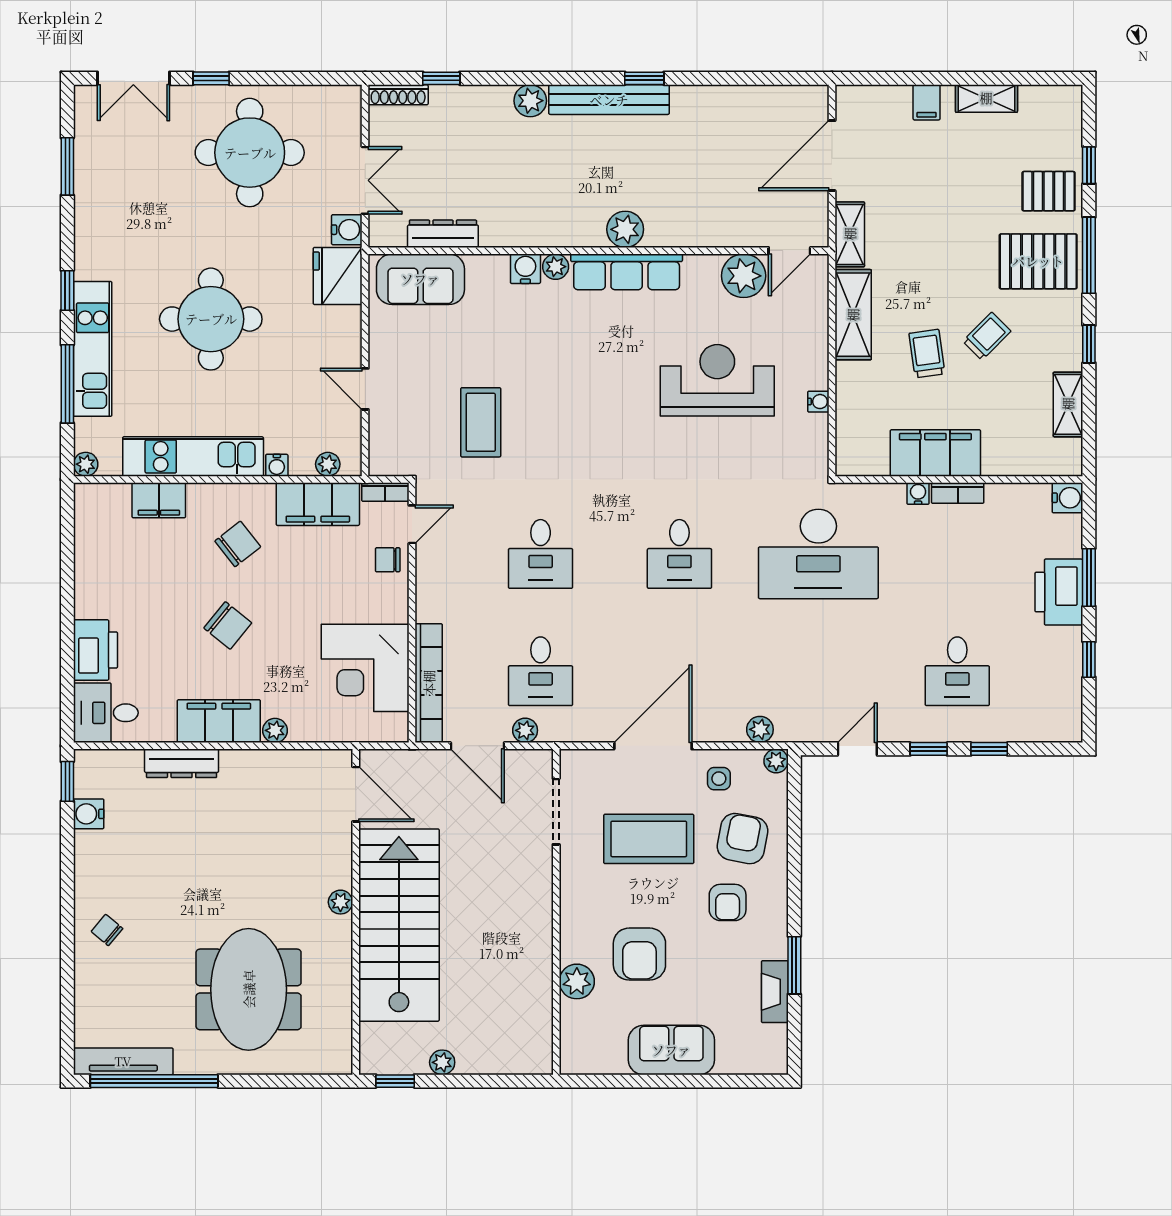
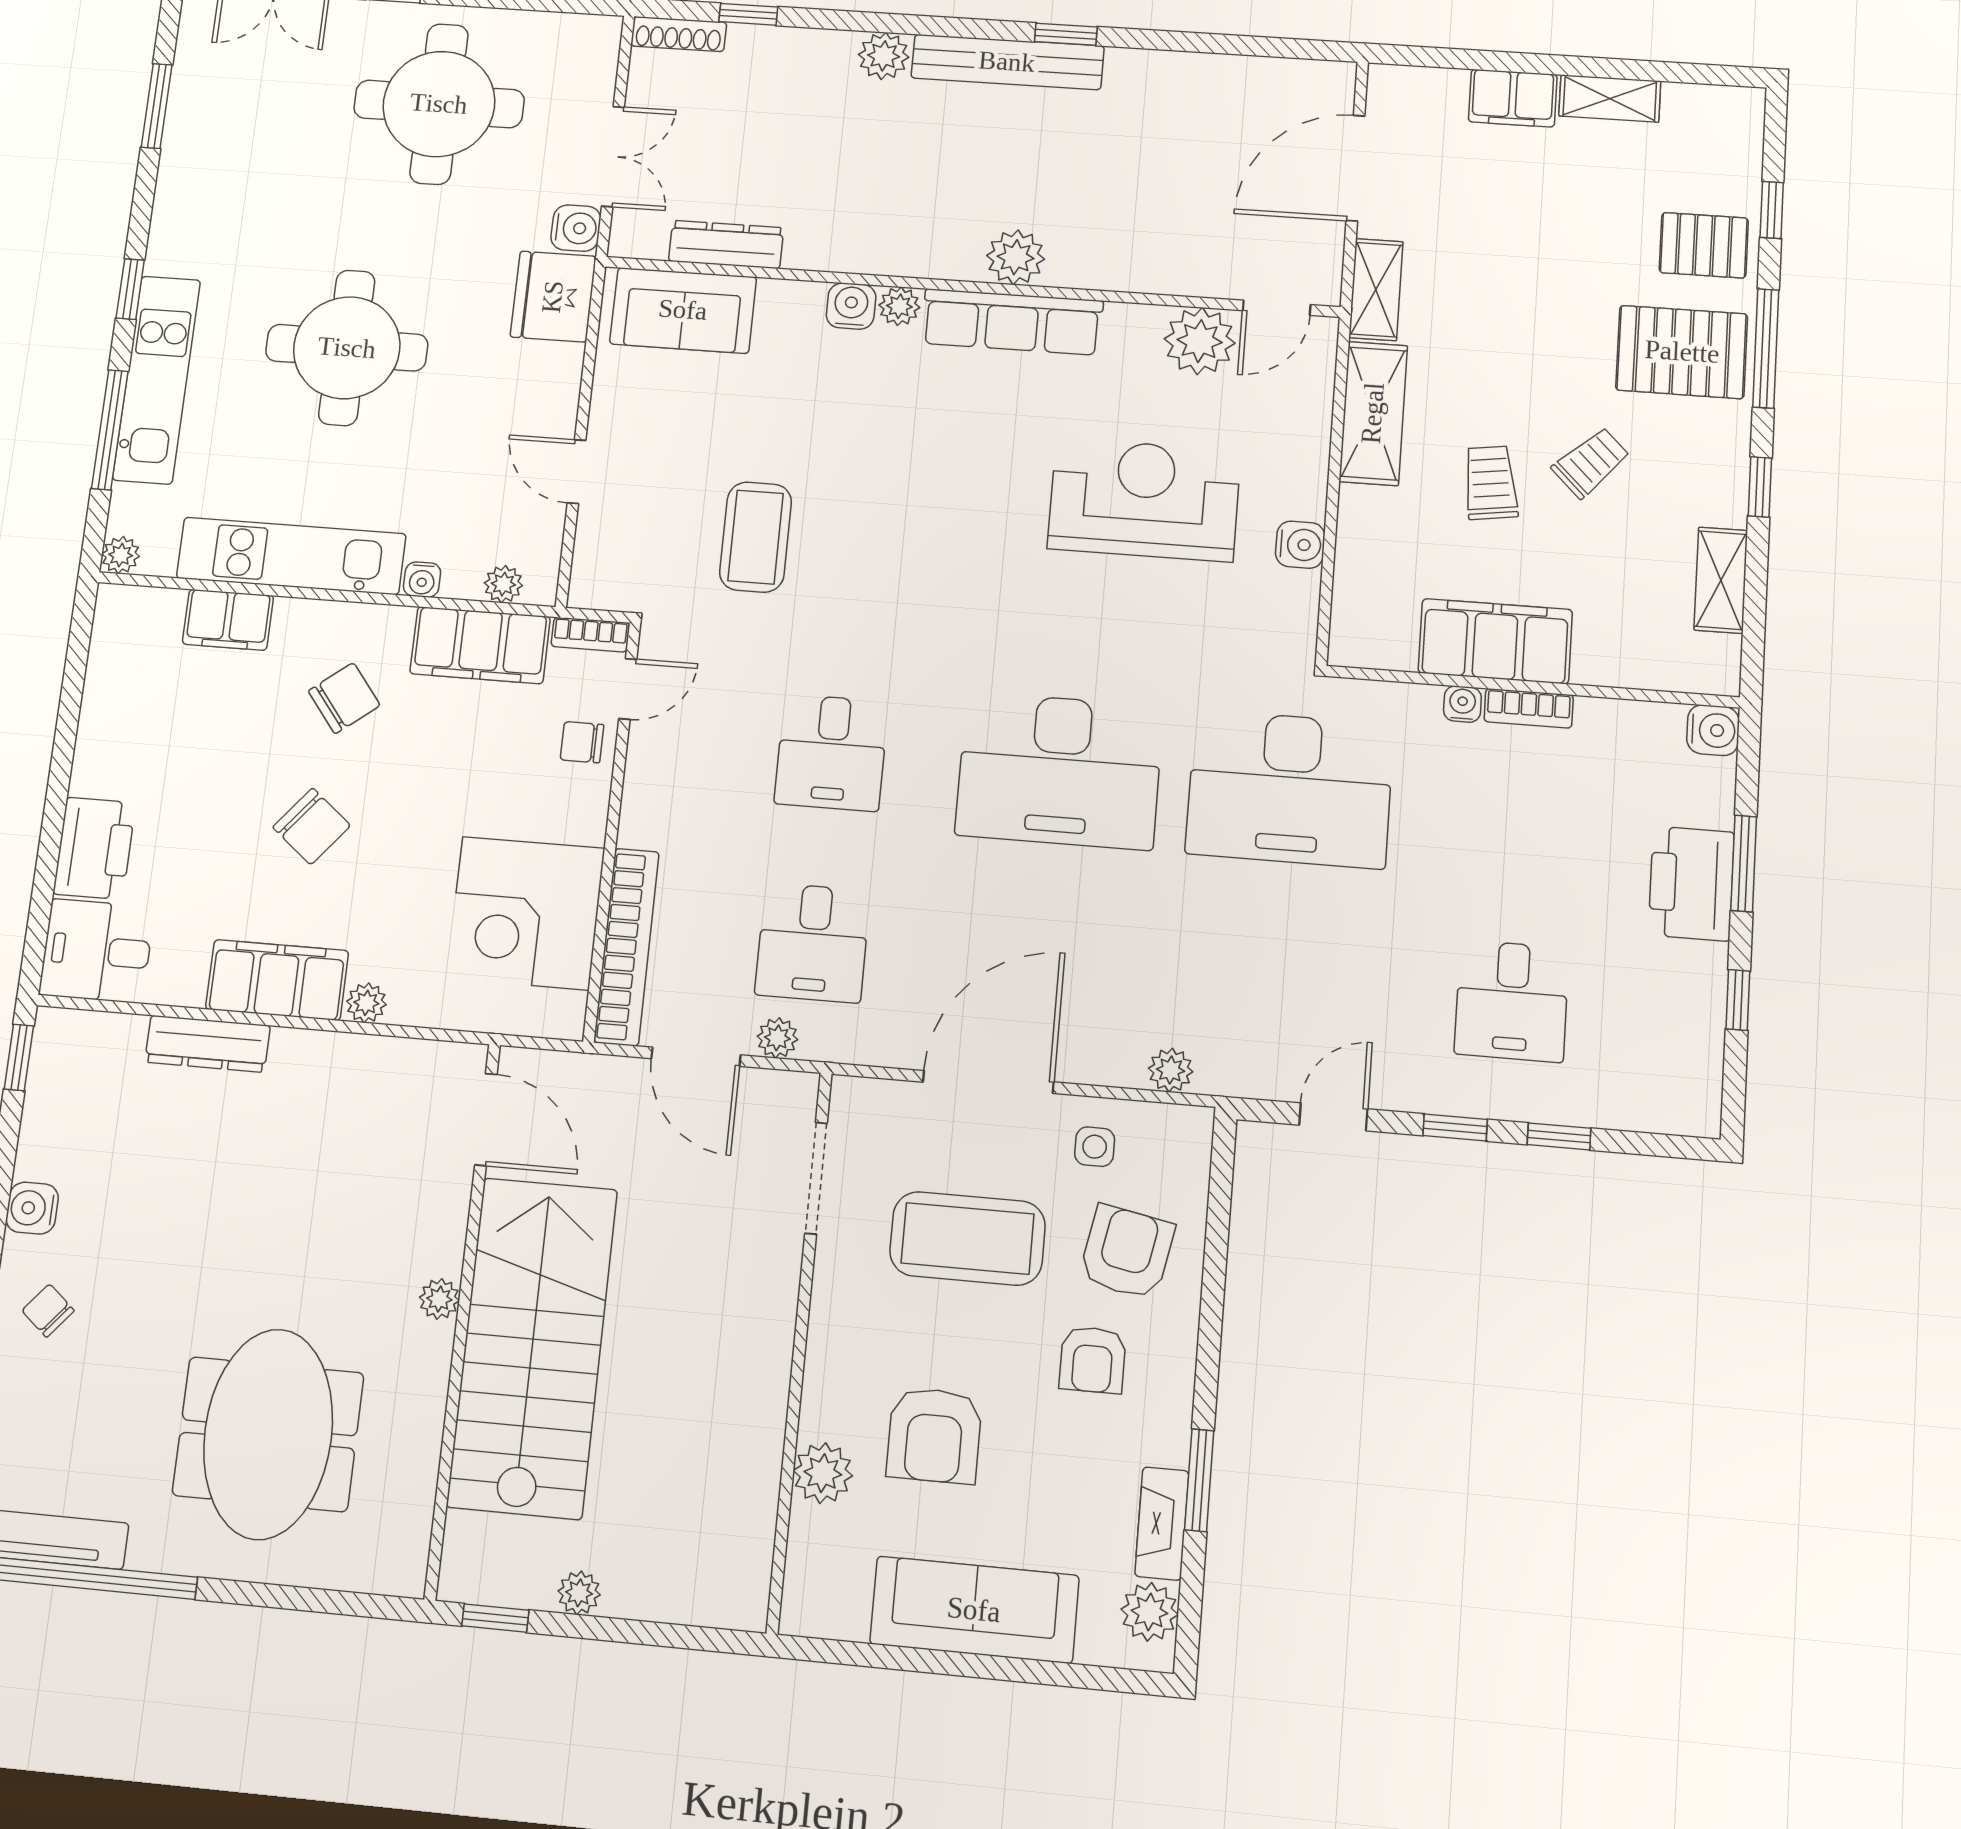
filing cabinet: (927, 102) -> (1513, 98), width x2.00
water cooler: (818, 402) -> (1300, 545), width x1.38, depth x1.38
desk: (679, 554) -> (1059, 771), width x1.87, depth x1.30
plant: (776, 761) -> (1150, 1612), moved, width x1.38, depth x1.38
water cooler: (89, 814) -> (32, 1208), moved
sofa: (671, 1050) -> (974, 1610), width x1.36

